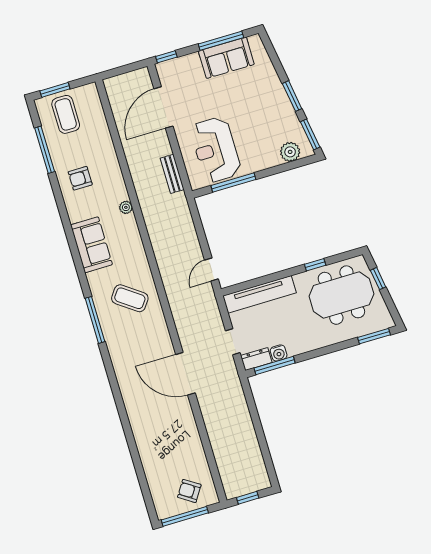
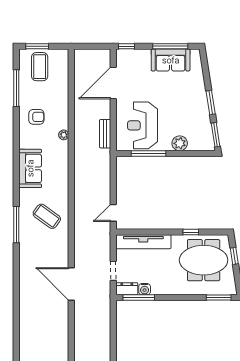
plant: (290, 152) -> (180, 143), moved
armchair: (80, 178) -> (36, 117), turned 180
plant: (126, 207) -> (64, 135), moved

